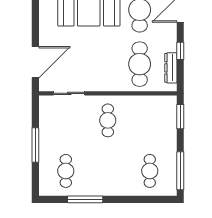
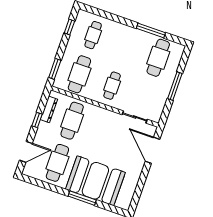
door: (35, 62) -> (153, 150), hinge flipped
cafe table: (150, 120) -> (79, 74), added
cafe table: (66, 171) -> (158, 58), width x1.37, depth x1.35
window: (180, 171) -> (69, 27), width x0.46

